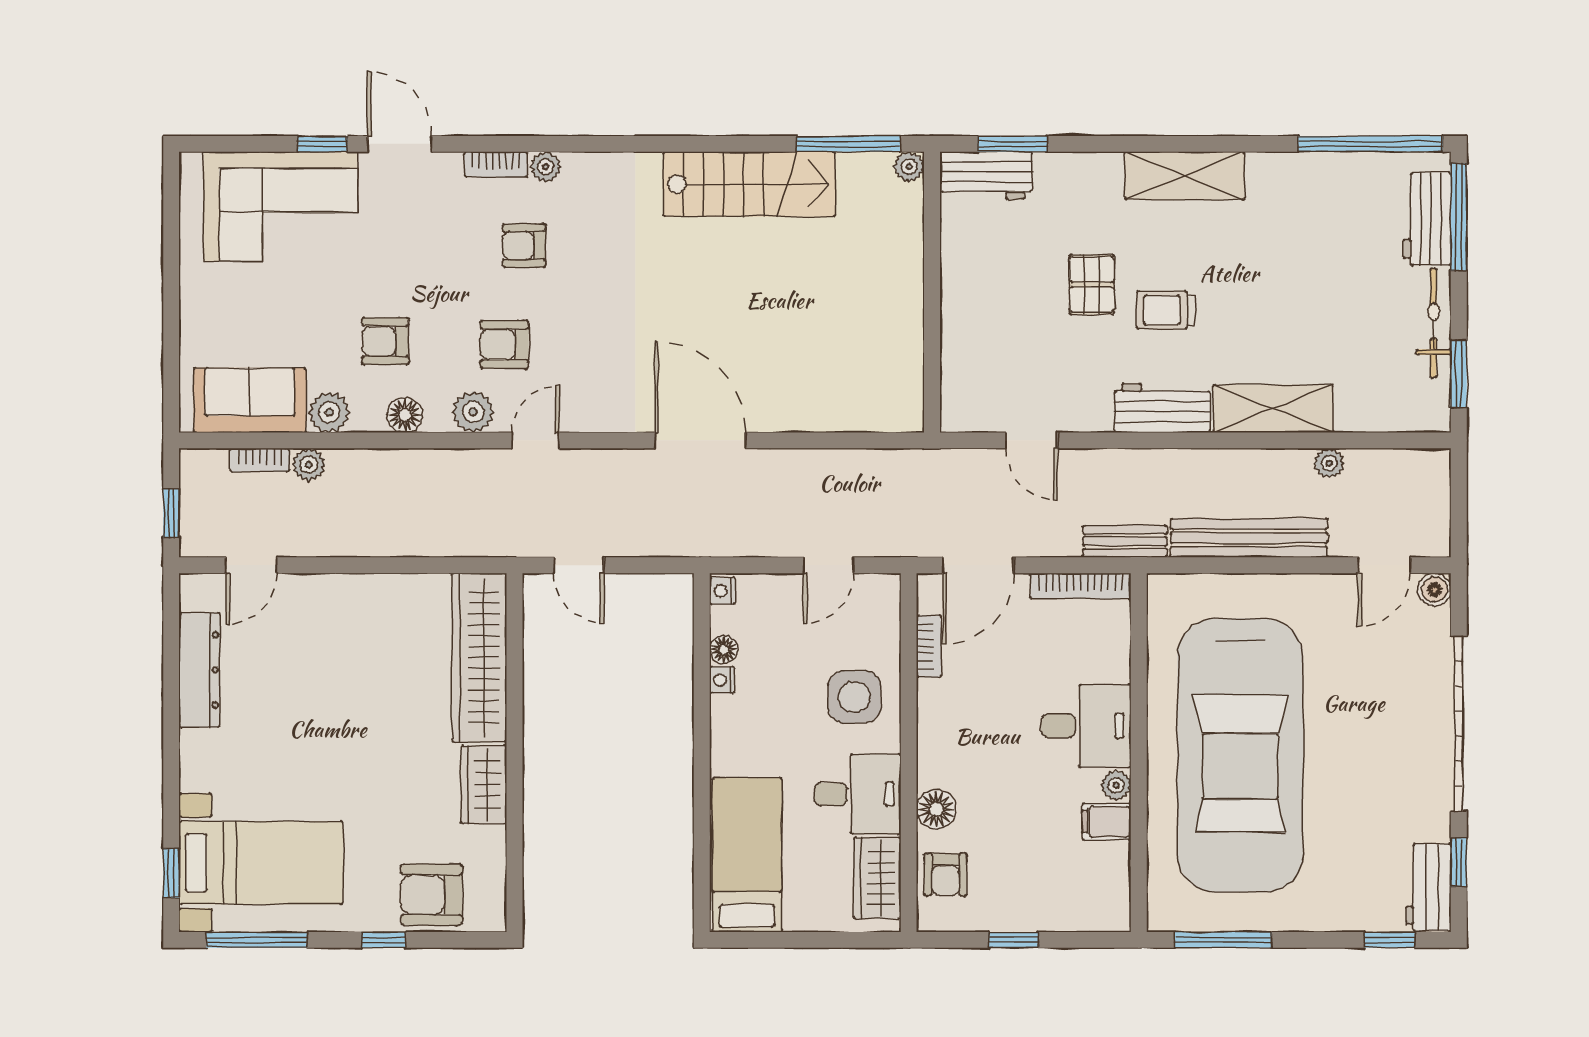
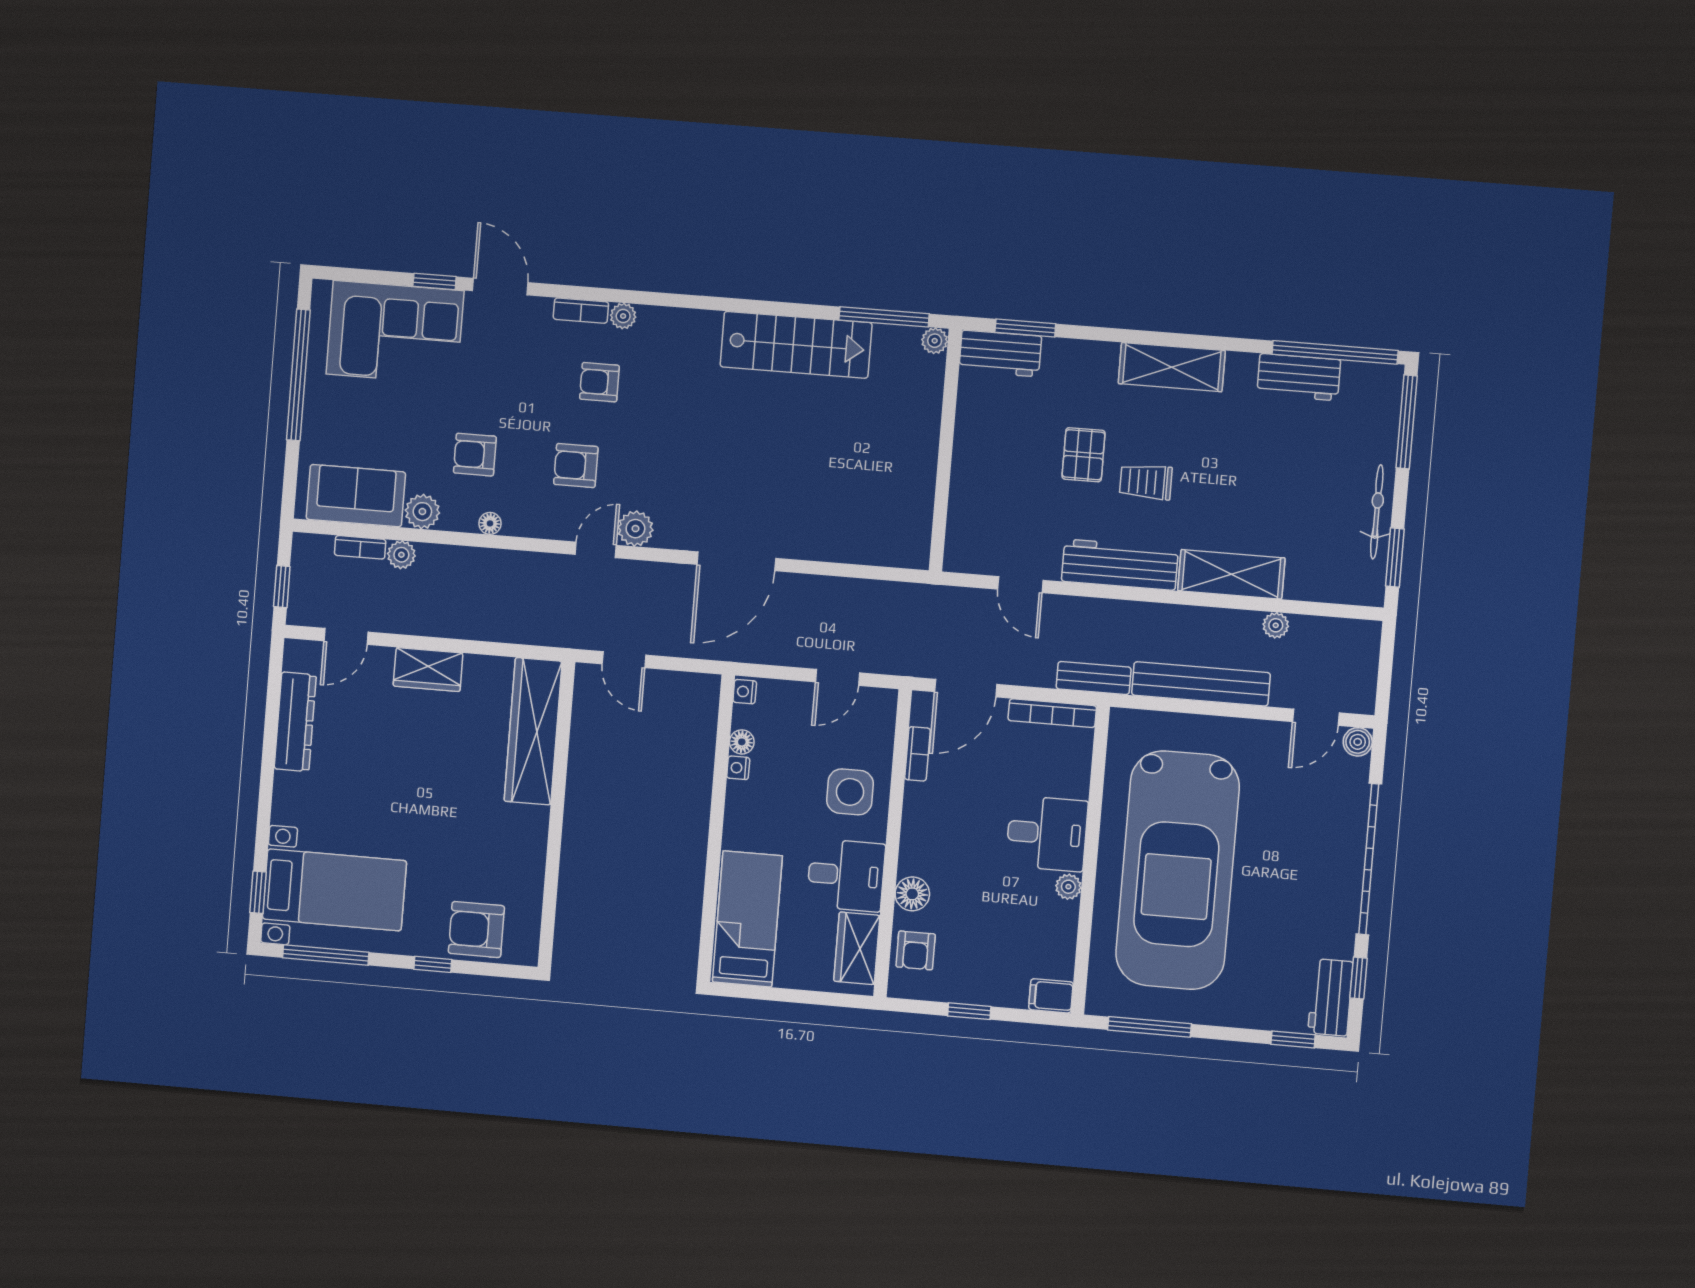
workbench: (1427, 219) -> (1299, 377), moved, turned -90
window: (171, 265) -> (298, 375), added
workbench: (1162, 408) -> (1120, 565), width x1.38
plant: (473, 412) -> (635, 529), moved
floor lamp: (405, 415) -> (490, 523), width x0.73, depth x0.73
door: (700, 440) -> (736, 561), swing flipped
wardrobe: (484, 784) -> (428, 669), moved, turned -90
filing cabinet: (1107, 822) -> (1051, 996), moved

